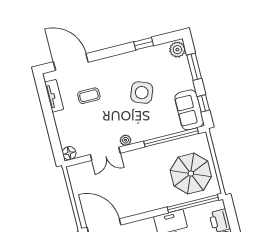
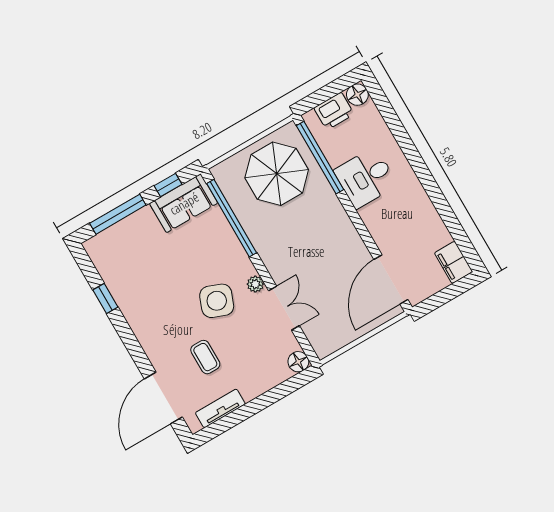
plant: (177, 50) -> (100, 246), removed
window: (194, 67) -> (118, 214), width x1.44
side table: (142, 93) -> (217, 301), moved

